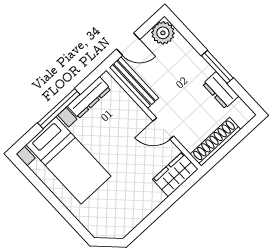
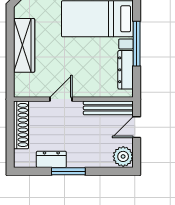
wardrobe: (175, 174) -> (24, 45), moved, width x1.50

